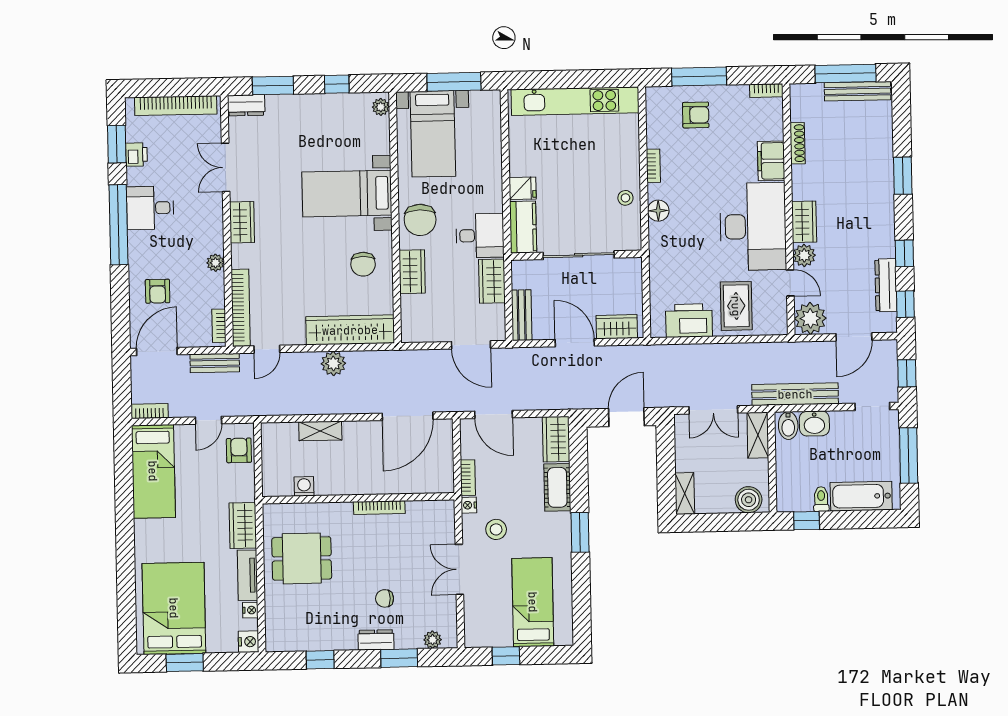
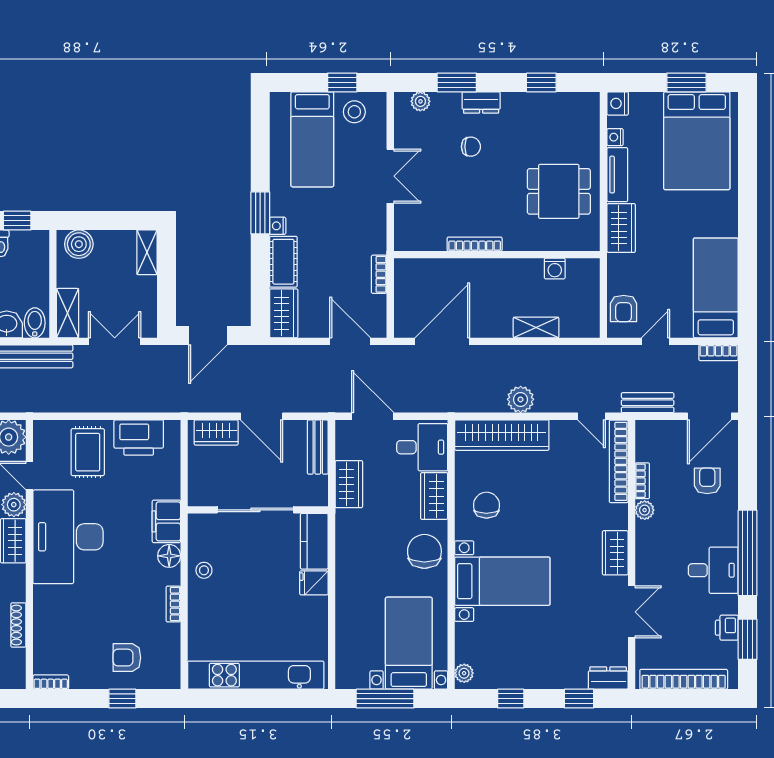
window: (699, 77) -> (122, 699), width x0.46
window: (273, 85) -> (579, 699), width x0.67
filing cabinet: (771, 161) -> (166, 521), moved, turned 180
desk: (480, 236) -> (422, 447), moved, turned 180
bookcase: (219, 326) -> (642, 481), moved
door: (267, 349) -> (591, 416), swing flipped
nightstand: (469, 505) -> (278, 226), moved, turned 180
stool: (496, 529) -> (354, 112), moved

